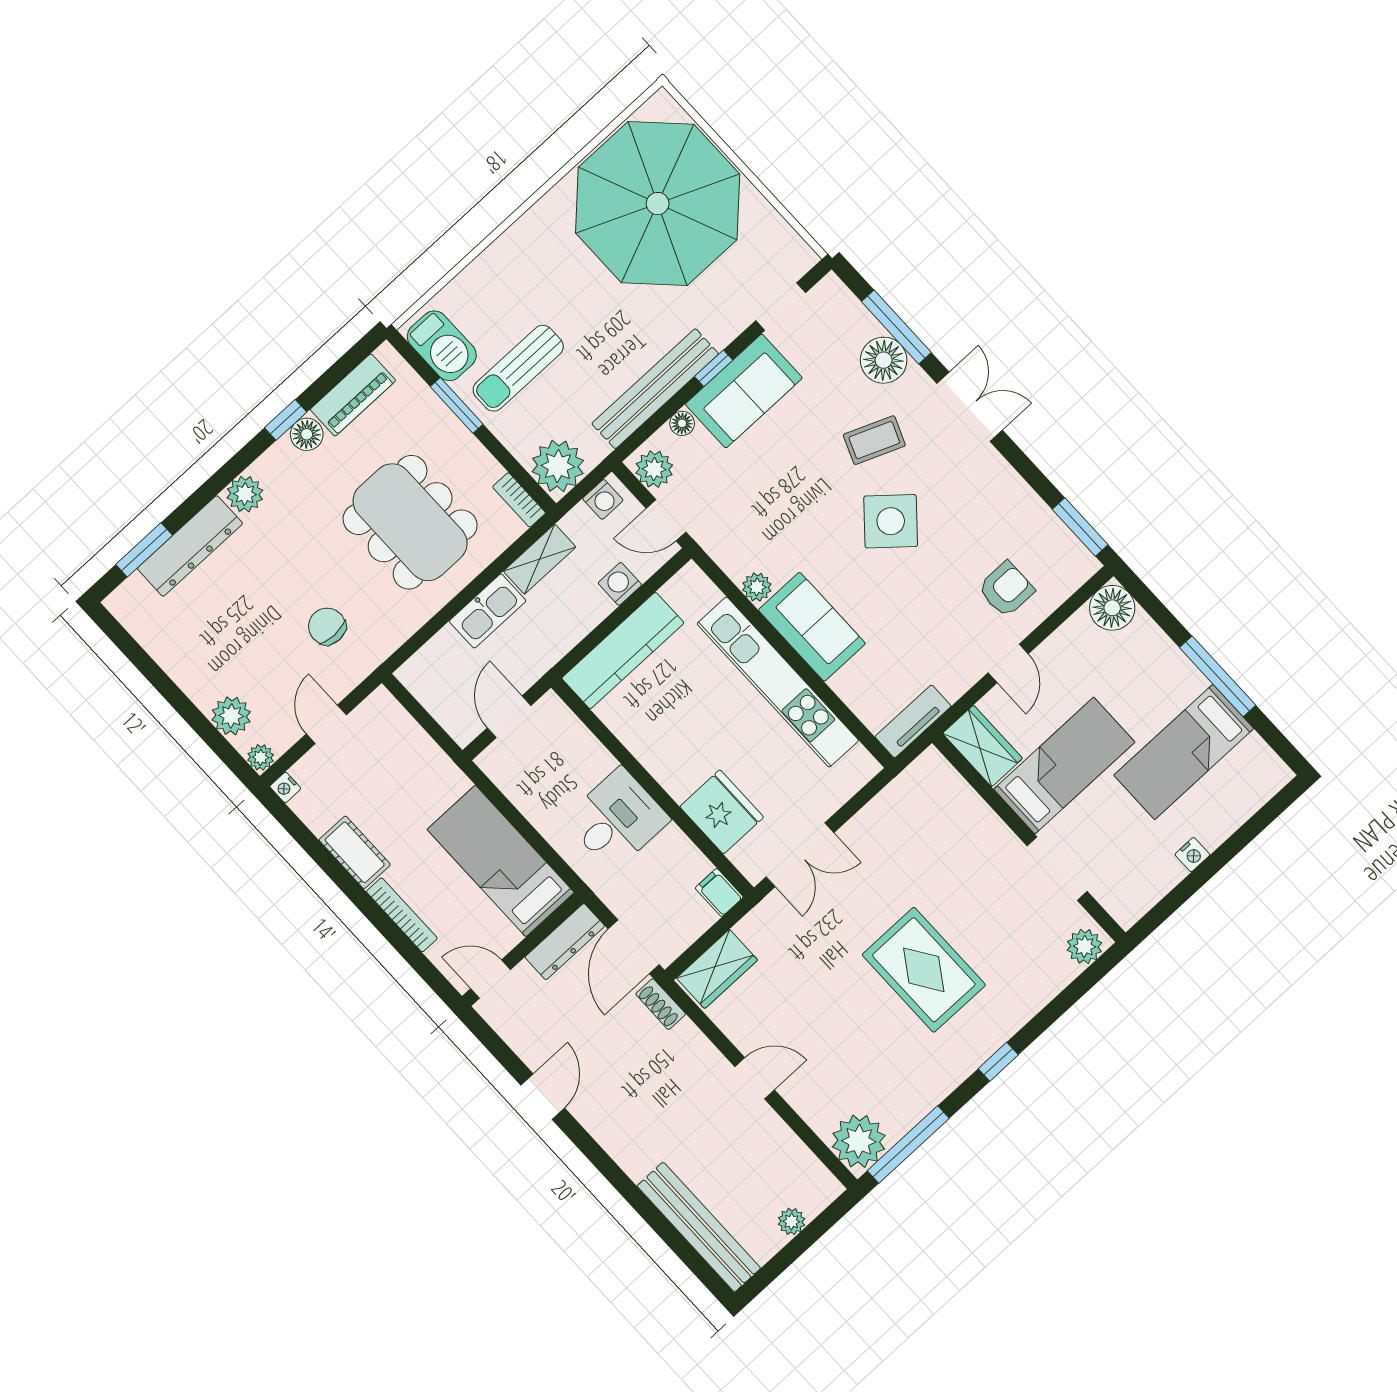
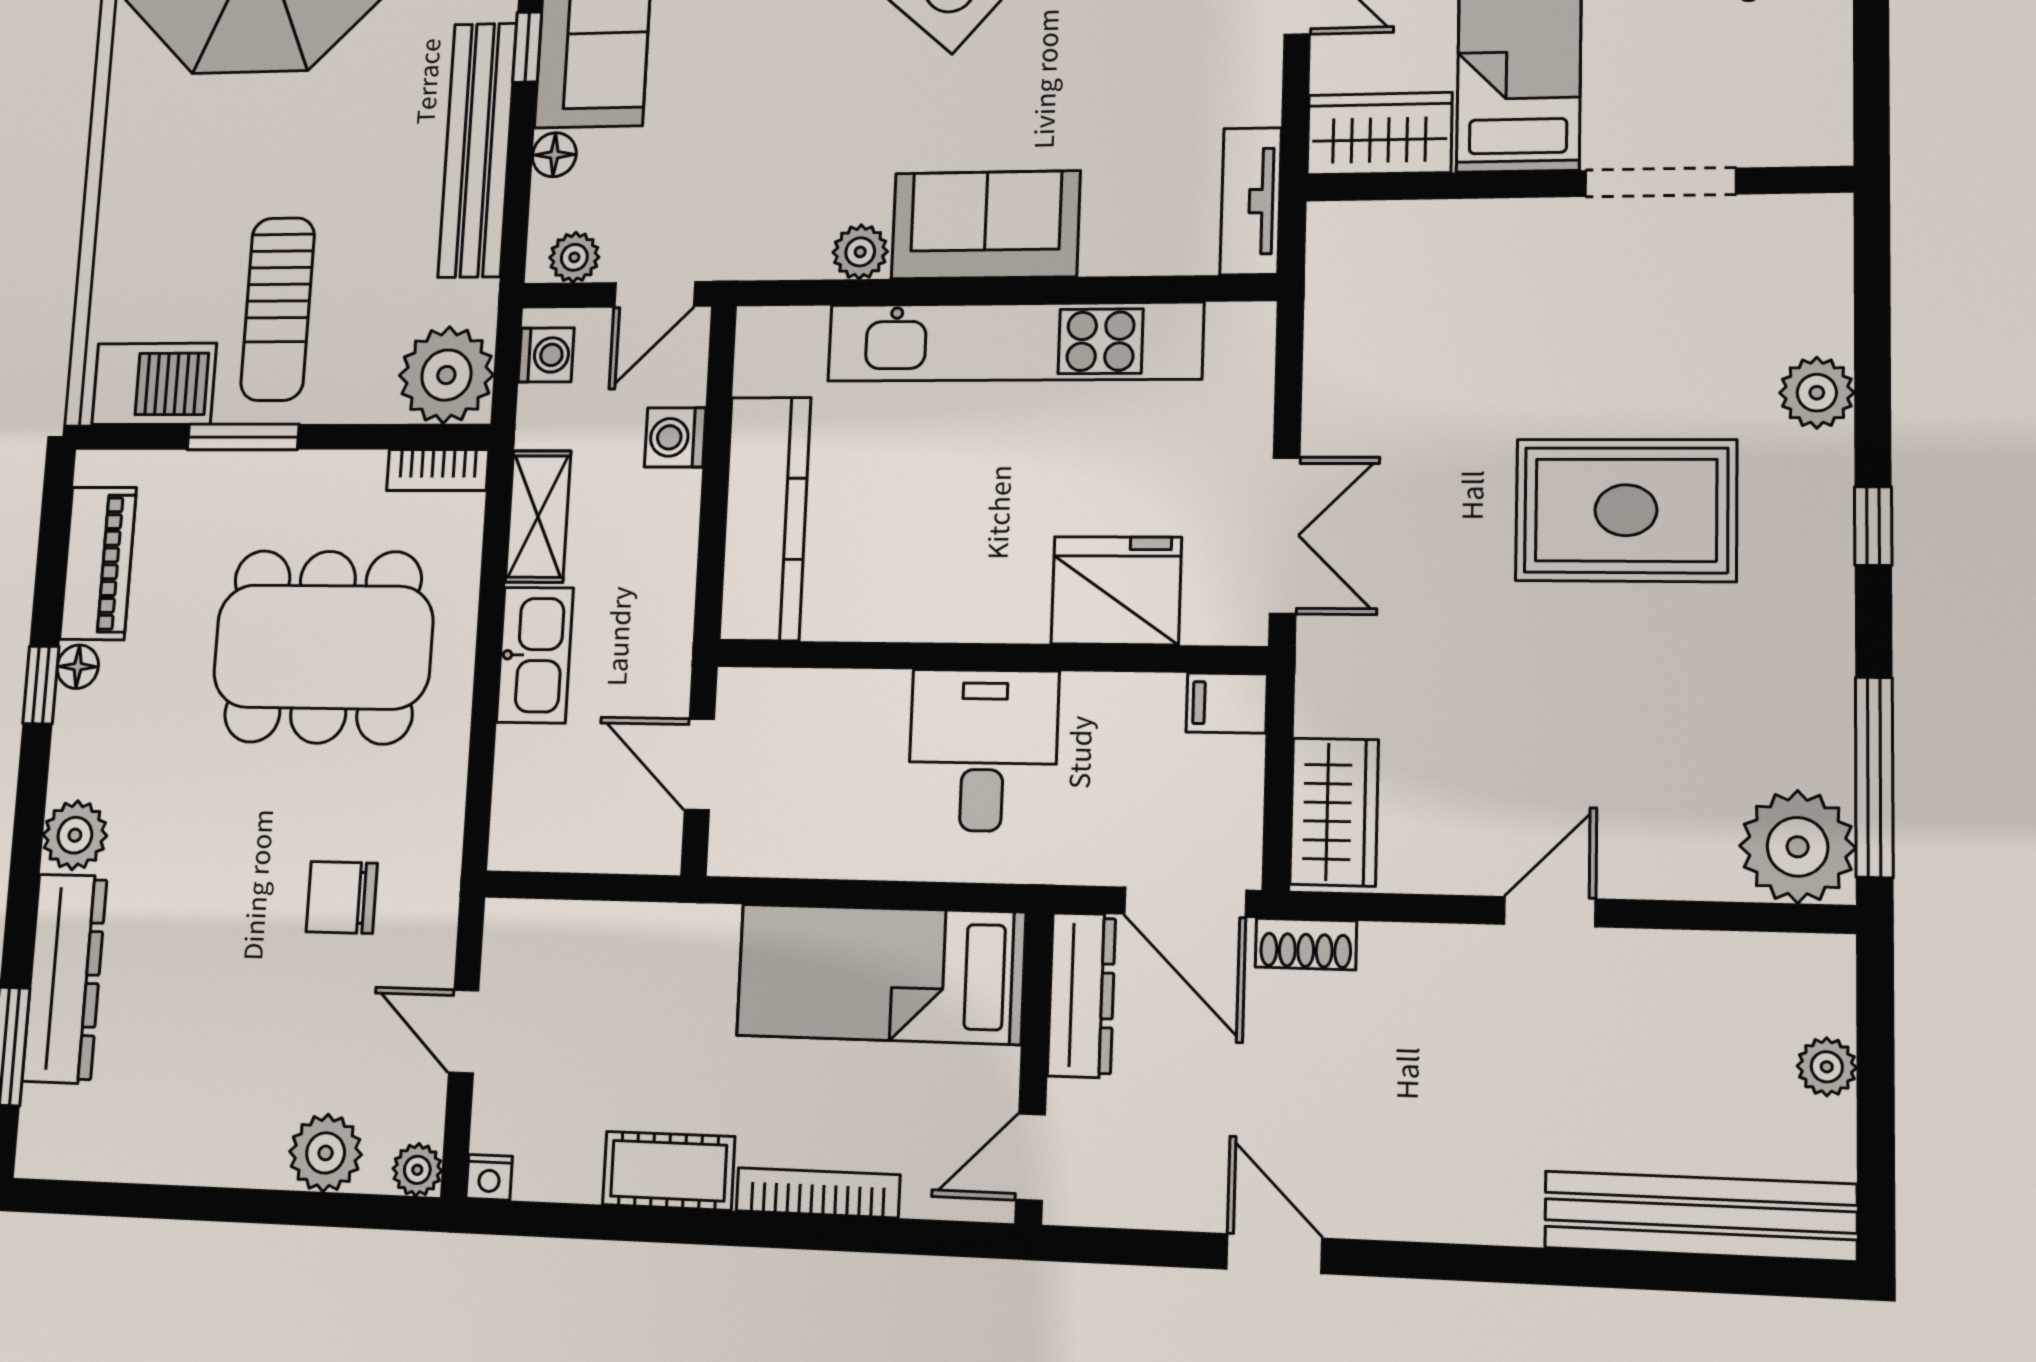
floor lamp: (307, 434) -> (78, 667), width x0.73, depth x0.73
plant: (654, 469) -> (574, 257), width x0.73, depth x0.73
plant: (1084, 946) -> (1817, 393), moved

